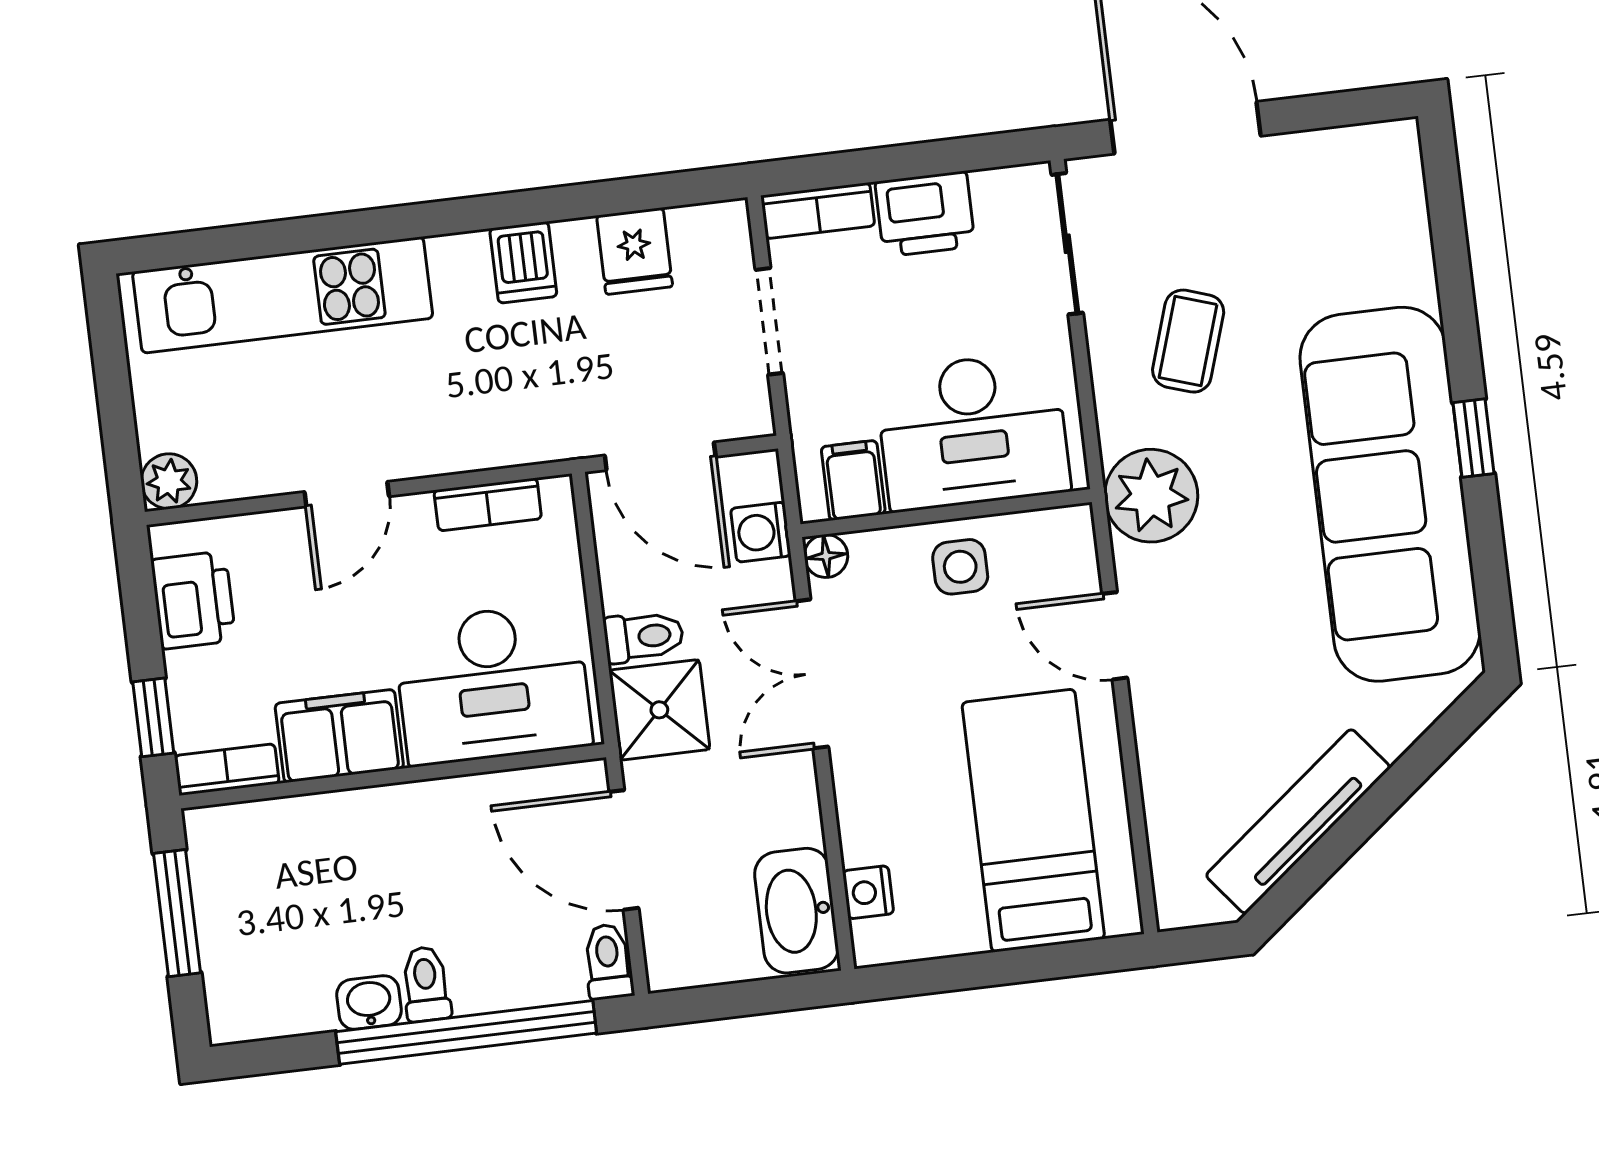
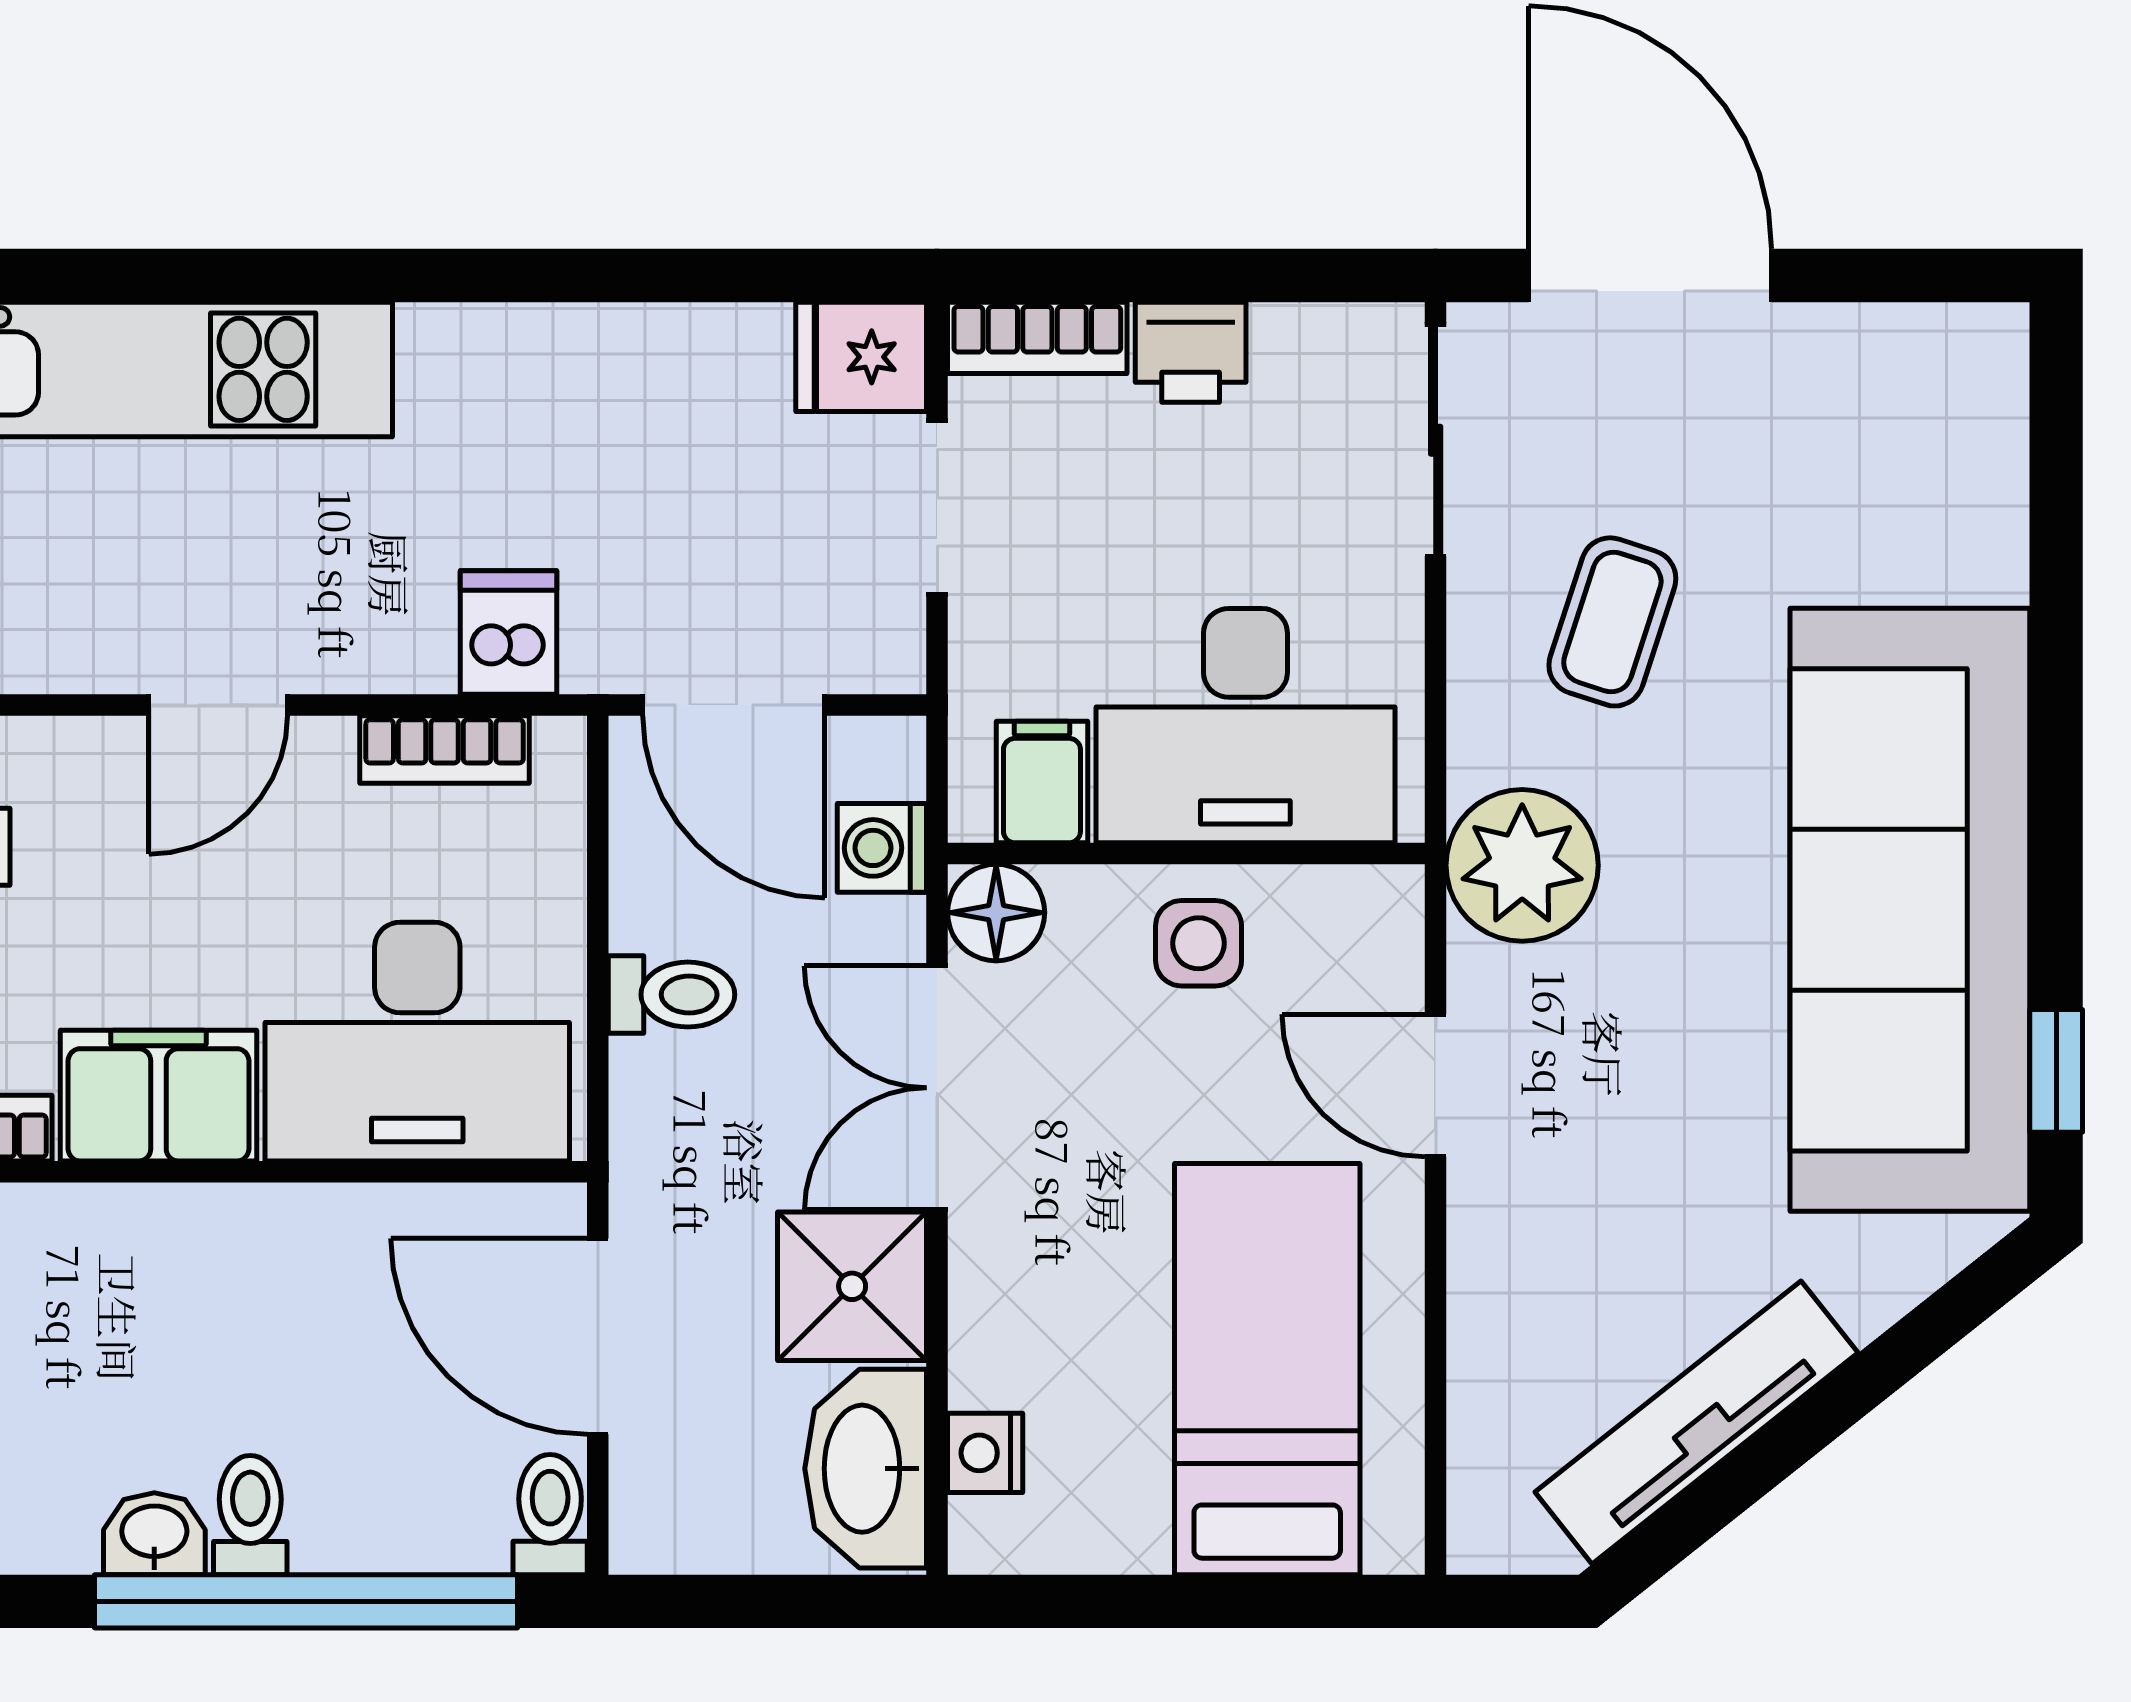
printer: (925, 214) -> (1191, 352), width x0.73, depth x0.81
fridge: (635, 251) -> (861, 357), moved, turned 90
dishwasher: (523, 262) -> (508, 632), moved, turned 180
window: (1473, 438) -> (2056, 1071), moved
floor lamp: (826, 556) -> (996, 913), width x1.37, depth x1.37
shower: (659, 710) -> (852, 1286), moved

